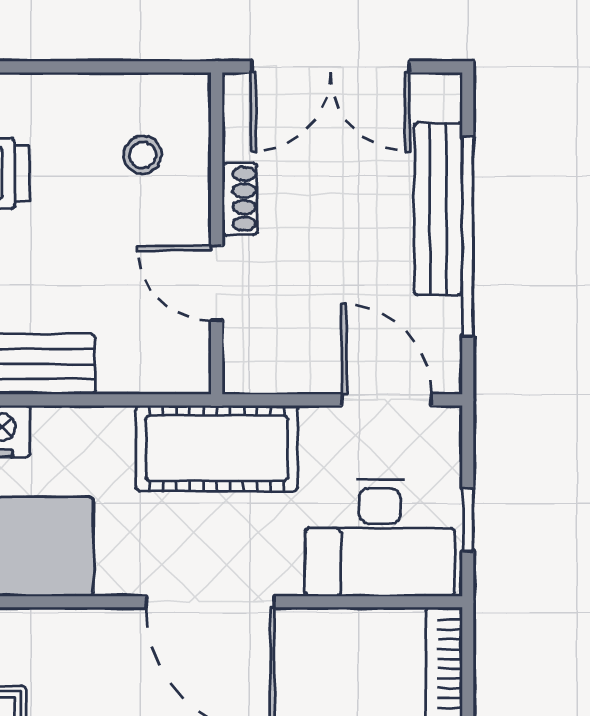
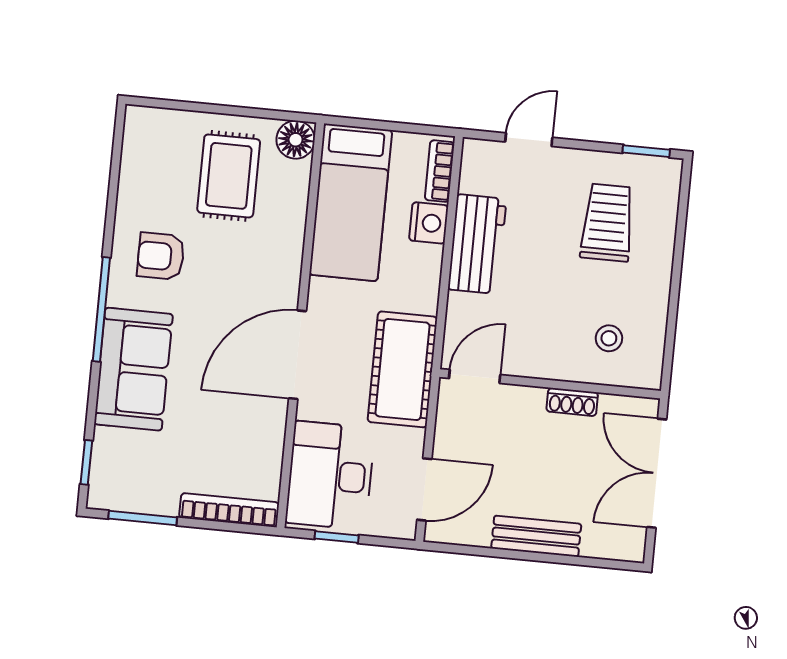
bench: (438, 209) -> (536, 536), width x0.73
window: (468, 236) -> (531, 556), removed
door: (217, 283) -> (475, 376), moved

